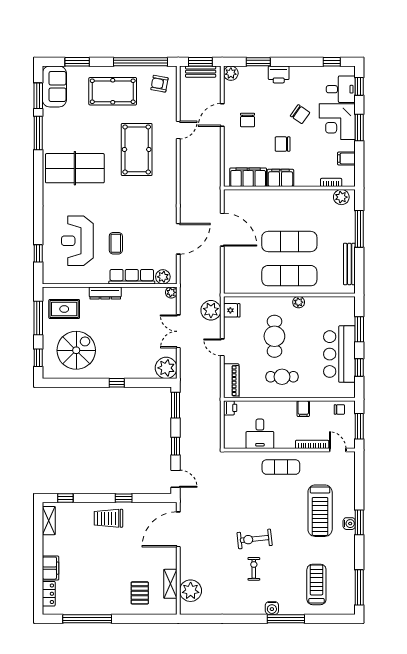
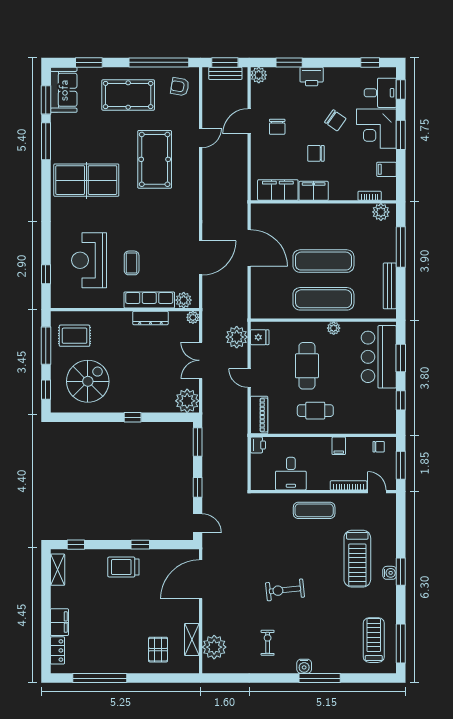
dresser: (105, 293) -> (150, 318), moved
bar counter: (339, 354) -> (379, 357), moved
exercise bike: (254, 569) -> (268, 643), moved
treadmill: (316, 584) -> (374, 640), moved

